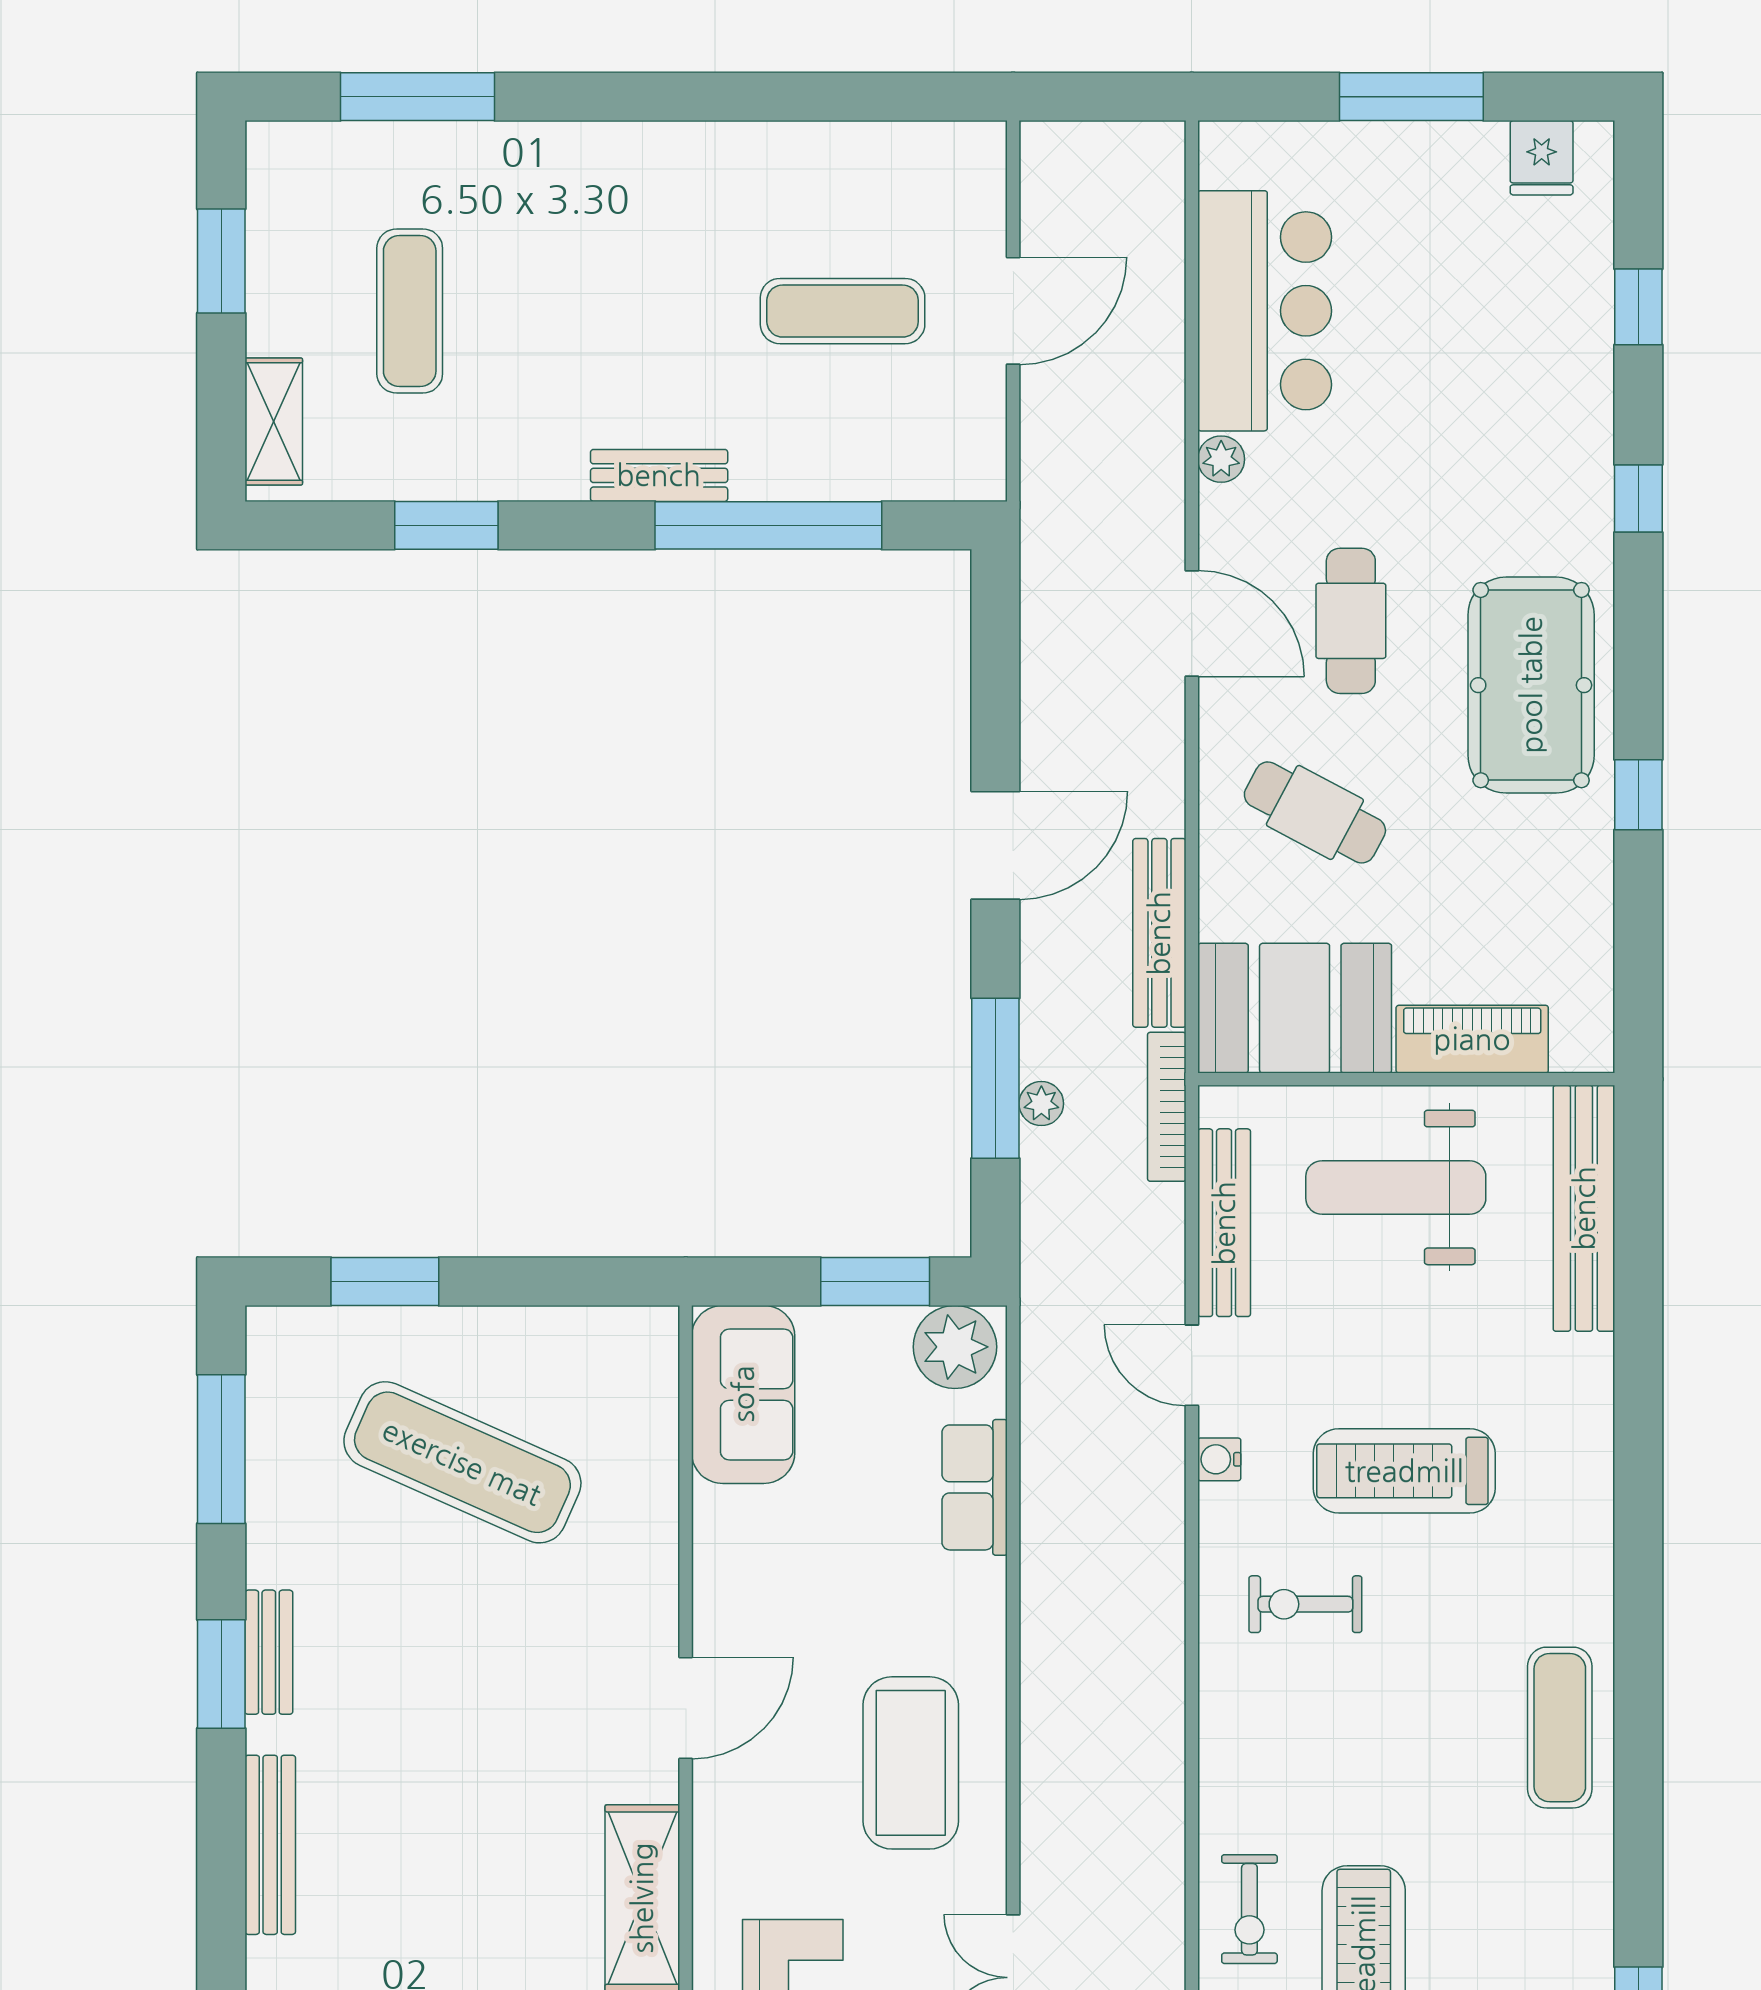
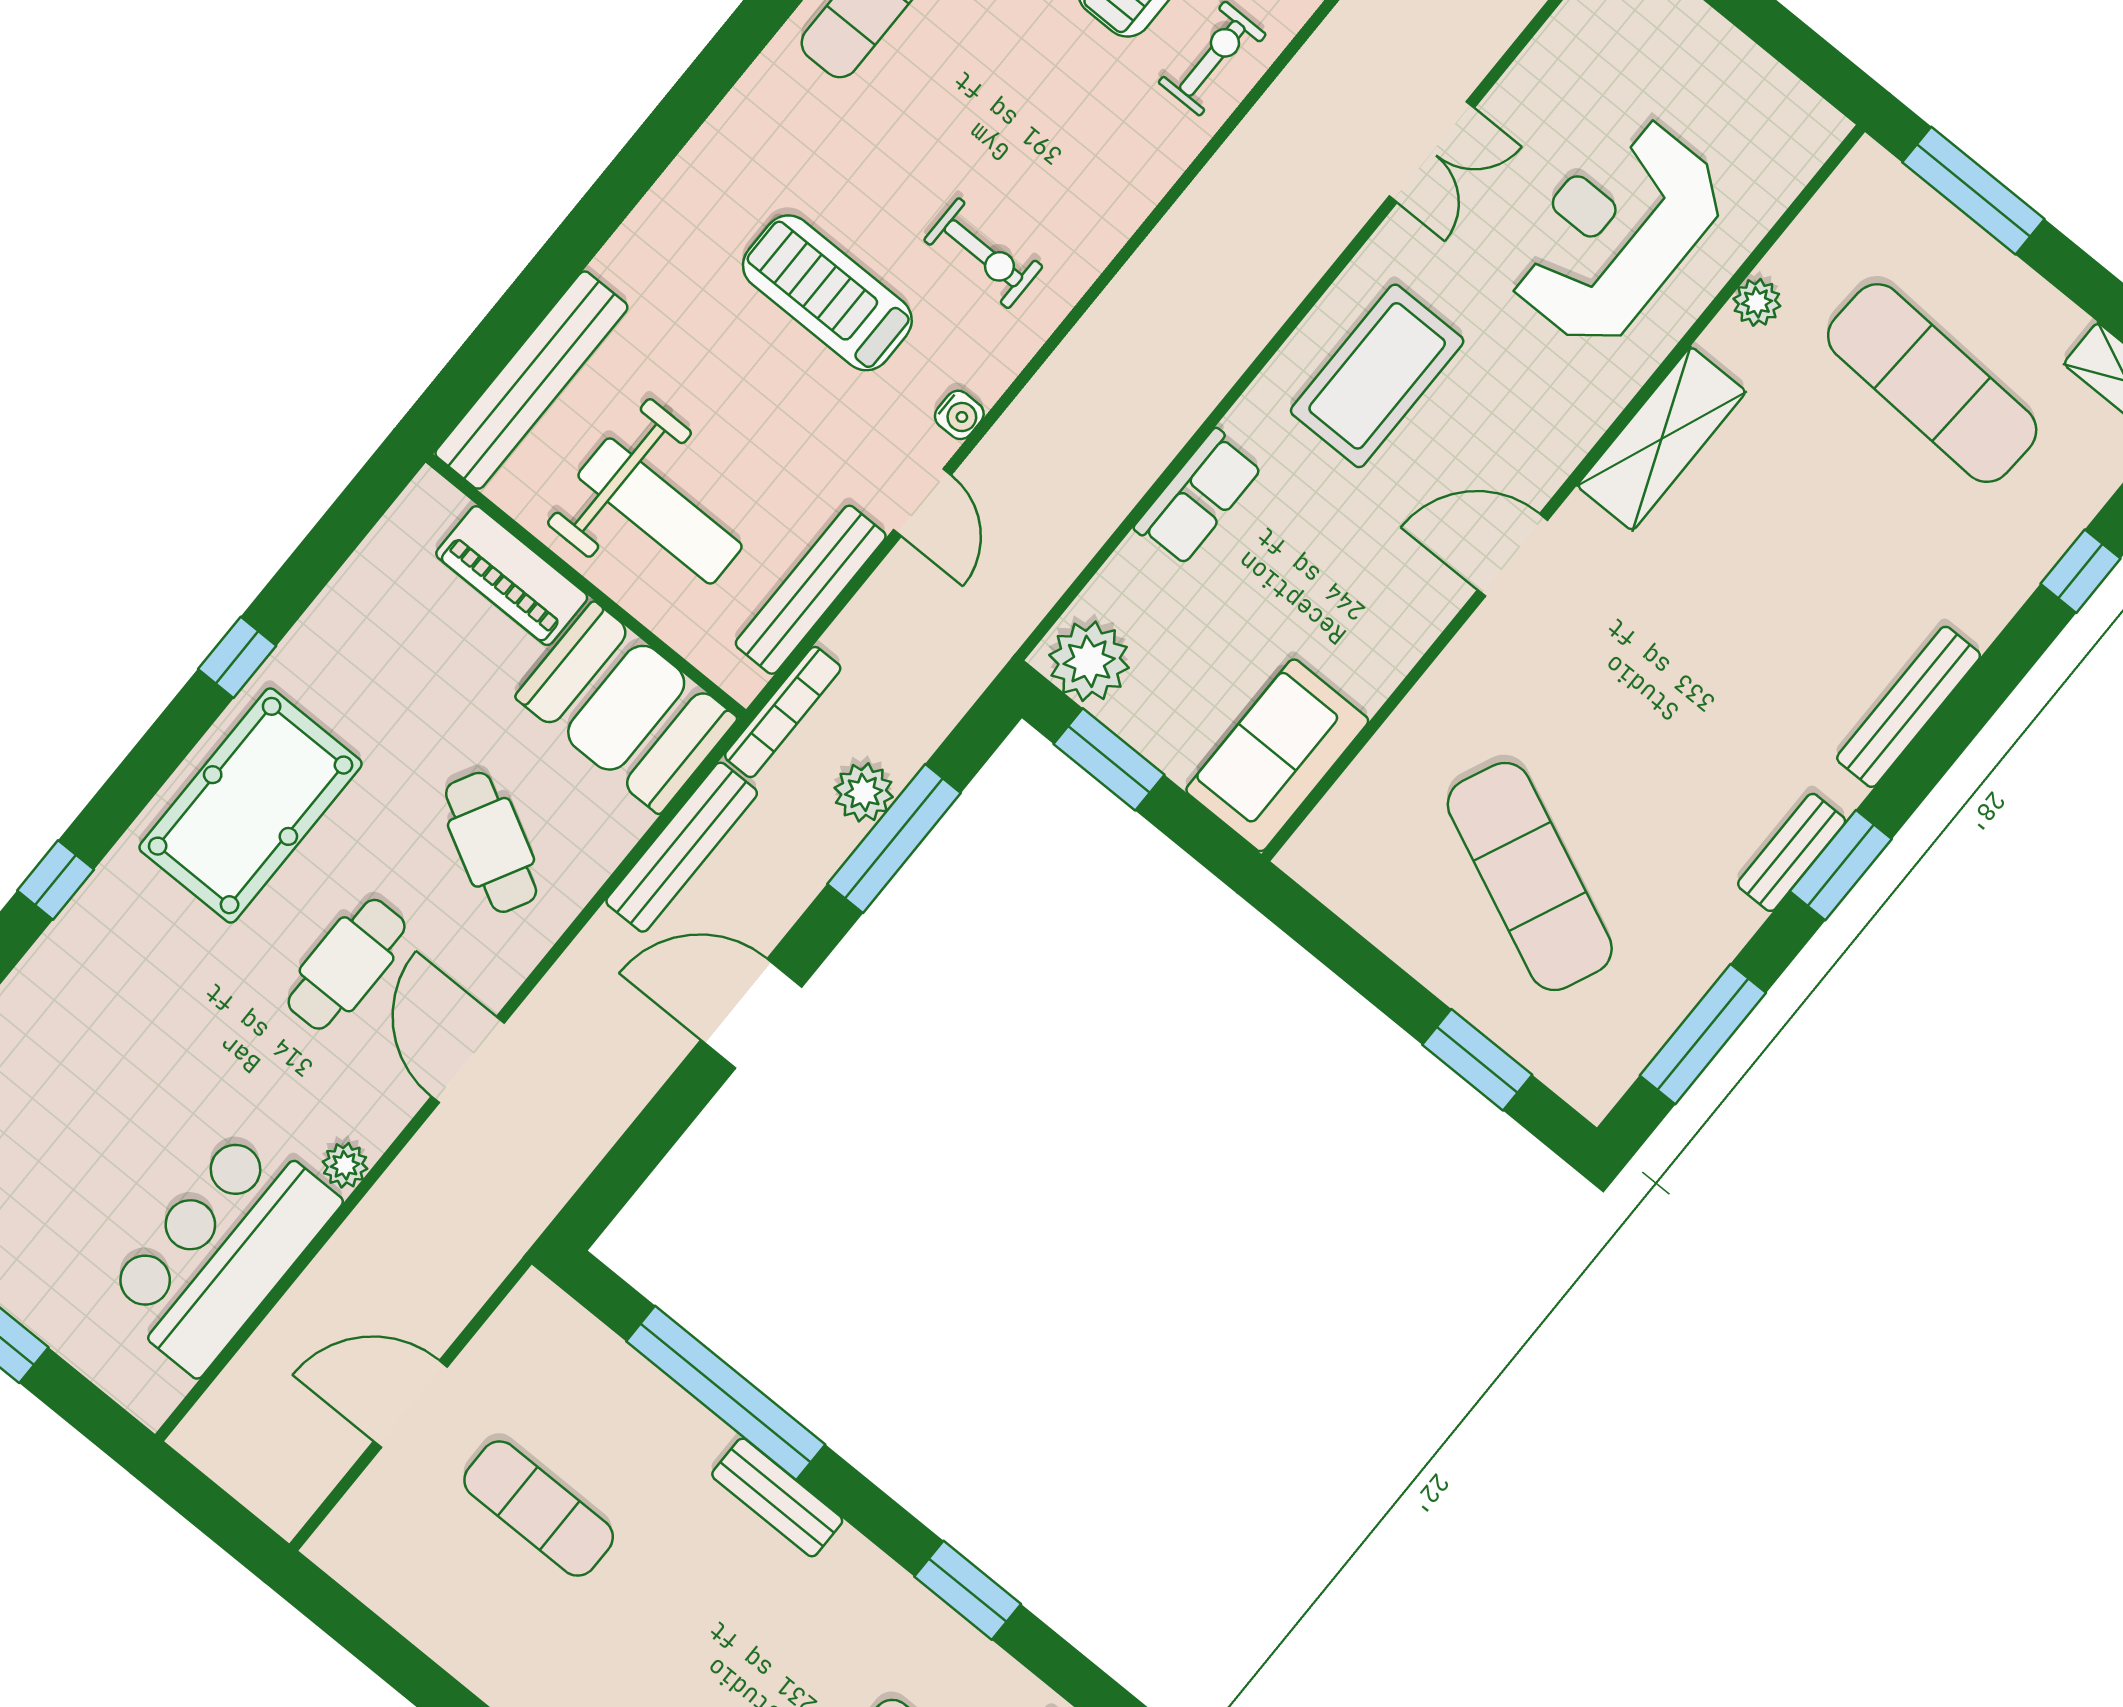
plant: (1041, 1104) -> (864, 792), width x1.38, depth x1.38
treadmill: (1404, 1471) -> (827, 293), turned 180
row of seats: (975, 1487) -> (1198, 497), moved

